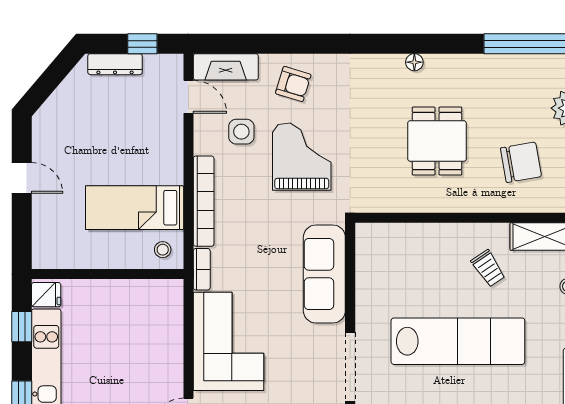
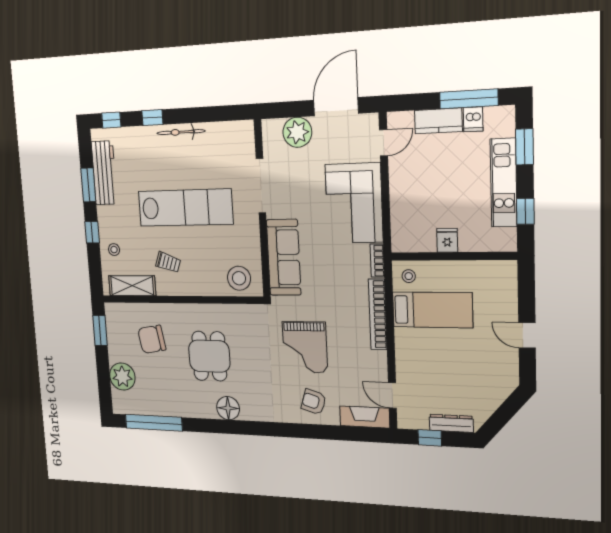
floor lamp: (414, 62) -> (228, 408), width x1.89, depth x1.89
side table: (241, 132) -> (351, 367), removed
stool: (388, 247) -> (239, 278), added
trolley: (488, 268) -> (168, 262), turned 143
fridge: (46, 295) -> (447, 240), moved, turned 90
lab bench: (458, 341) -> (185, 208), turned 180

